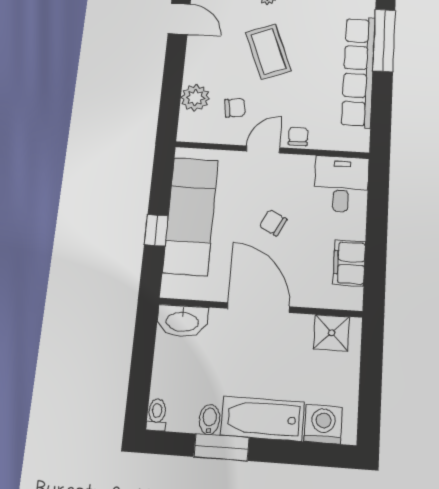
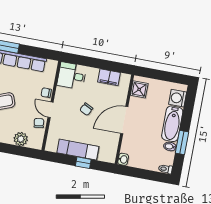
chair: (235, 108) -> (39, 123), moved
exam couch: (191, 216) -> (78, 150), width x0.73, depth x0.69
washbasin: (182, 321) -> (123, 159), width x0.52, depth x0.69

